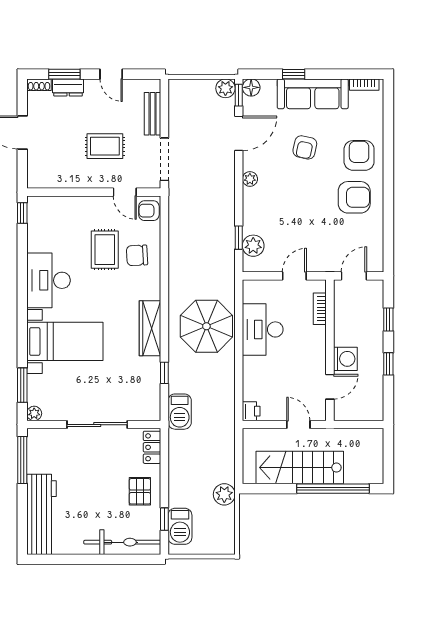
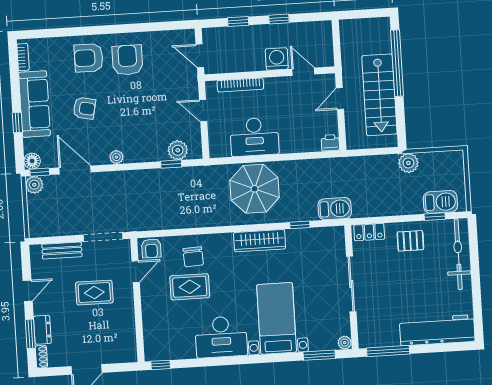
rug: (105, 146) -> (94, 293), turned 90
bookcase: (320, 309) -> (240, 85), width x1.56

